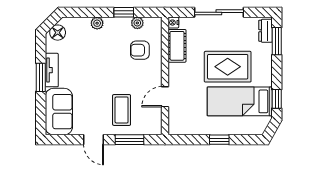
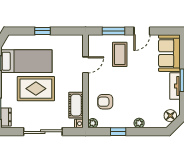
plant: (137, 23) -> (93, 123), moved
armchair: (140, 50) -> (105, 102), turned 180
door: (94, 140) -> (142, 31), swing flipped

